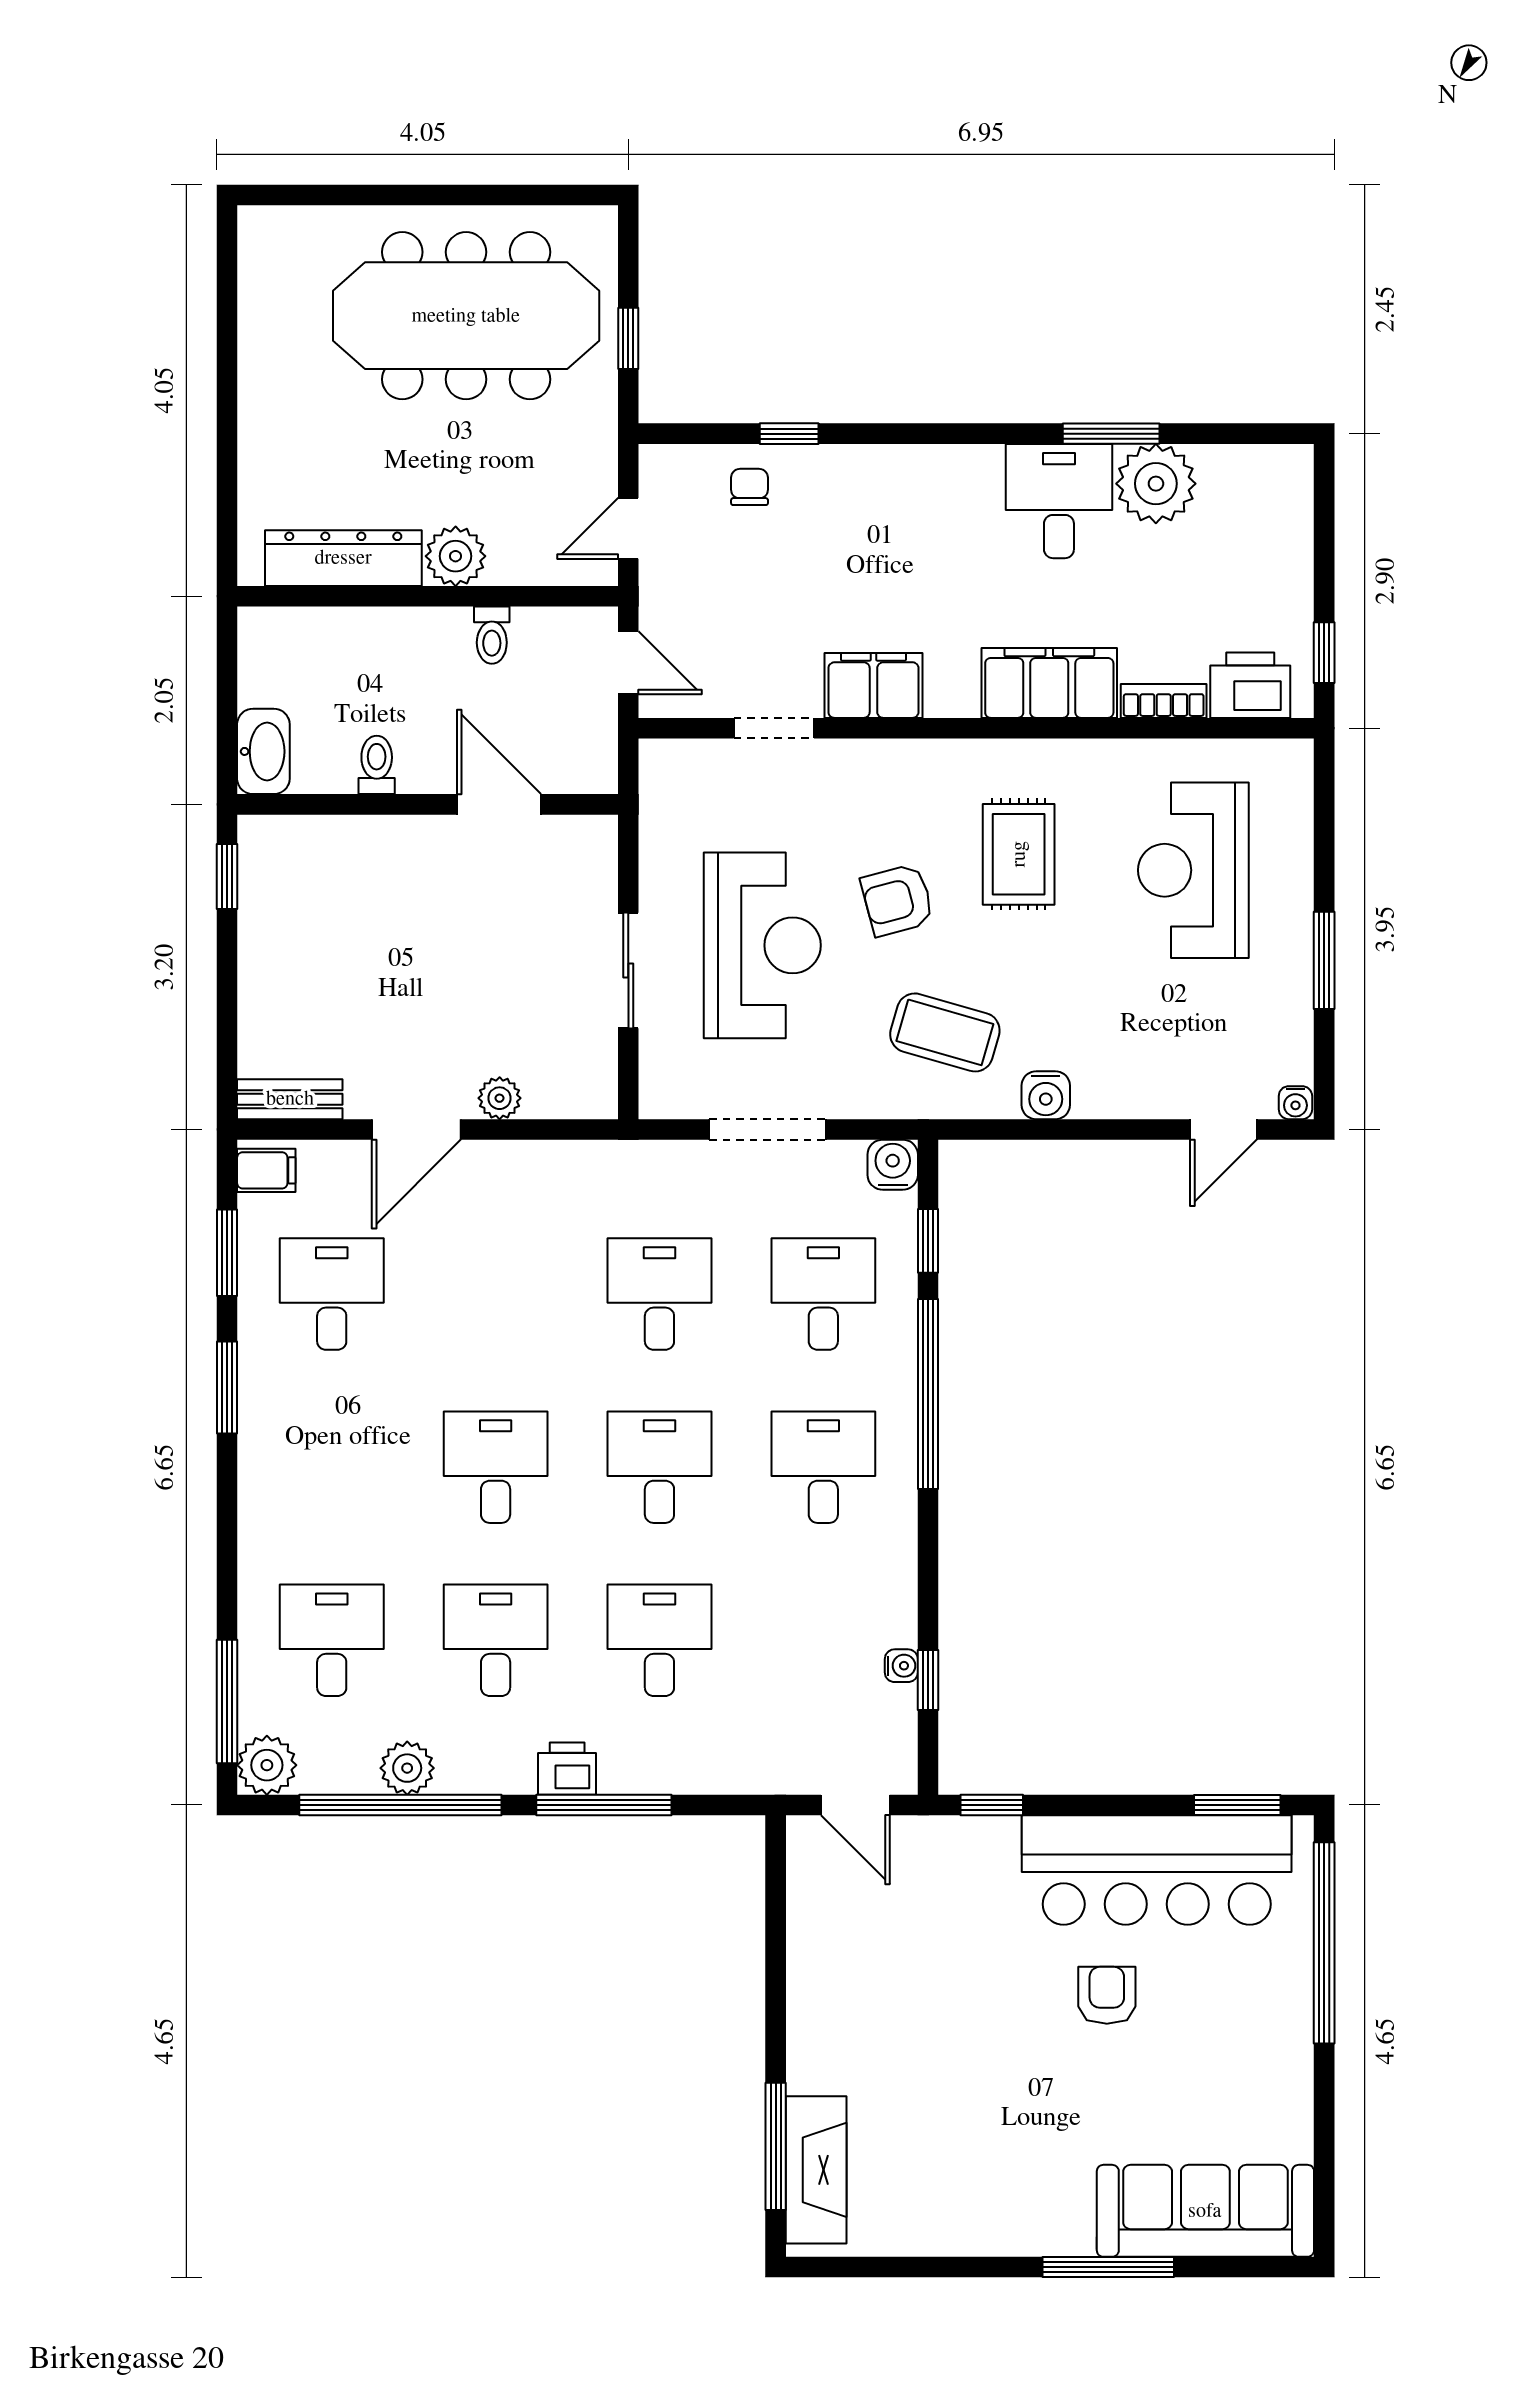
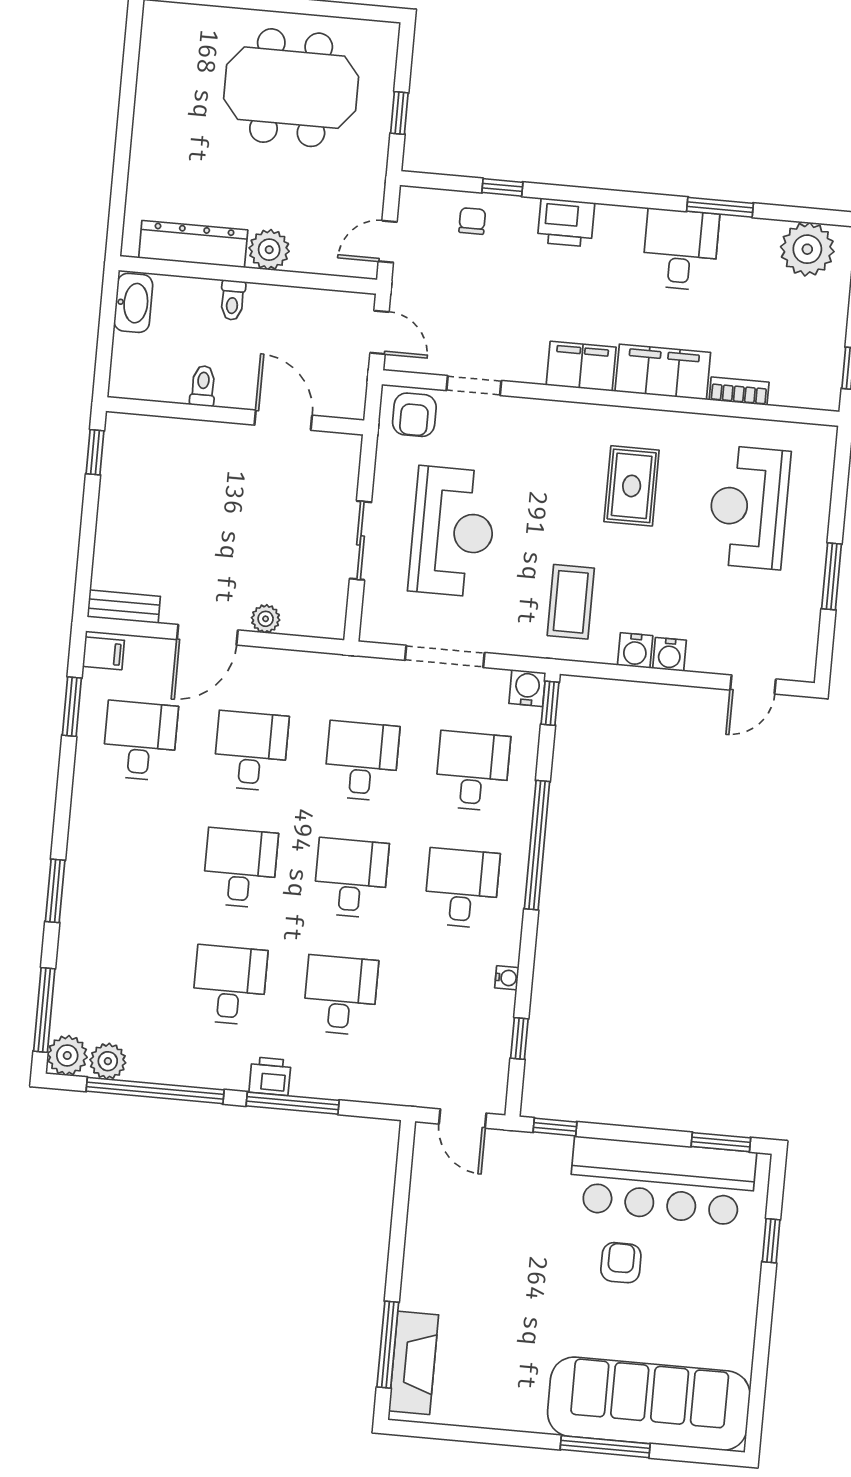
meeting table: (466, 316) -> (291, 88), width x0.73
plant: (1156, 484) -> (807, 249), moved
toilet: (492, 635) -> (232, 300), moved
printer: (1250, 685) -> (566, 223), moved, turned 180
filing cabinet: (873, 686) -> (581, 366), moved
washbasin: (263, 751) -> (133, 303), moved
armchair: (897, 900) -> (414, 415), moved, turned -75
coffee table: (945, 1032) -> (571, 602), turned 74
water cooler: (1295, 1103) -> (670, 654), moved, width x1.38, depth x1.38
window: (928, 1241) -> (550, 703), moved
window: (227, 1388) -> (55, 891), moved
desk: (332, 1640) -> (251, 751), moved
water cooler: (901, 1666) -> (507, 978), moved
plant: (407, 1768) -> (108, 1061), moved
window: (1324, 1943) -> (771, 1241), width x0.32
sofa: (1205, 2211) -> (649, 1404), width x1.36, depth x1.27

